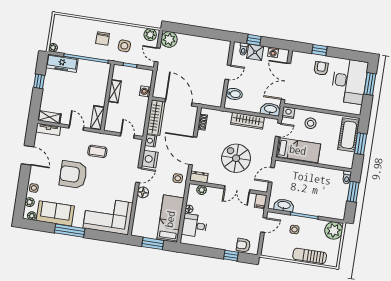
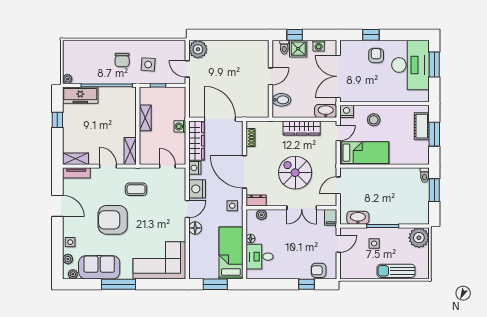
plant: (150, 35) -> (176, 47), removed
washing machine: (145, 91) -> (180, 126), moved
cot: (349, 135) -> (422, 126), width x0.73, depth x0.75

